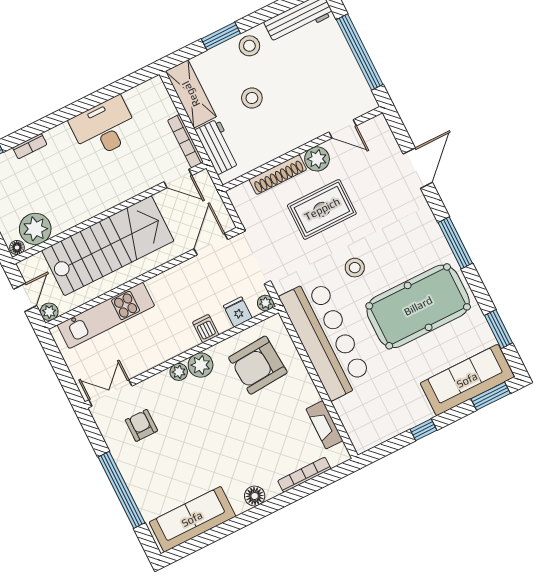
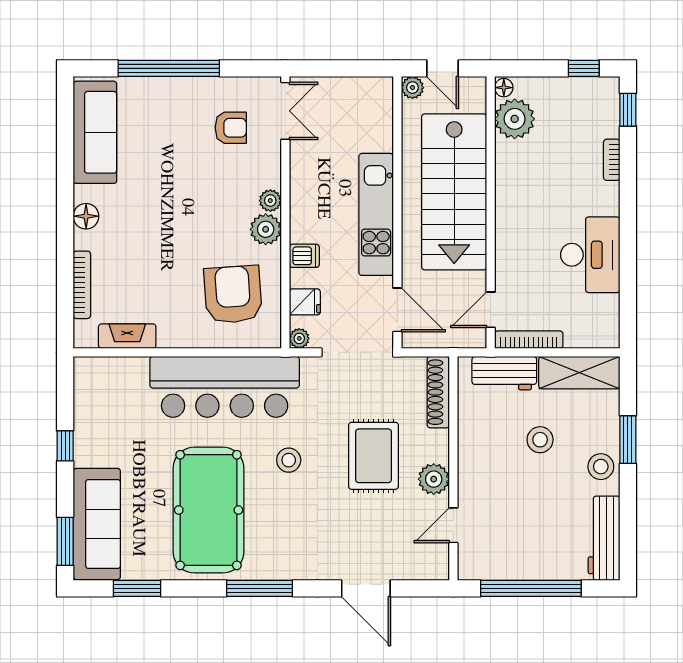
shoe rack: (278, 175) -> (438, 392), moved
kitchen unit: (106, 315) -> (376, 214), moved

